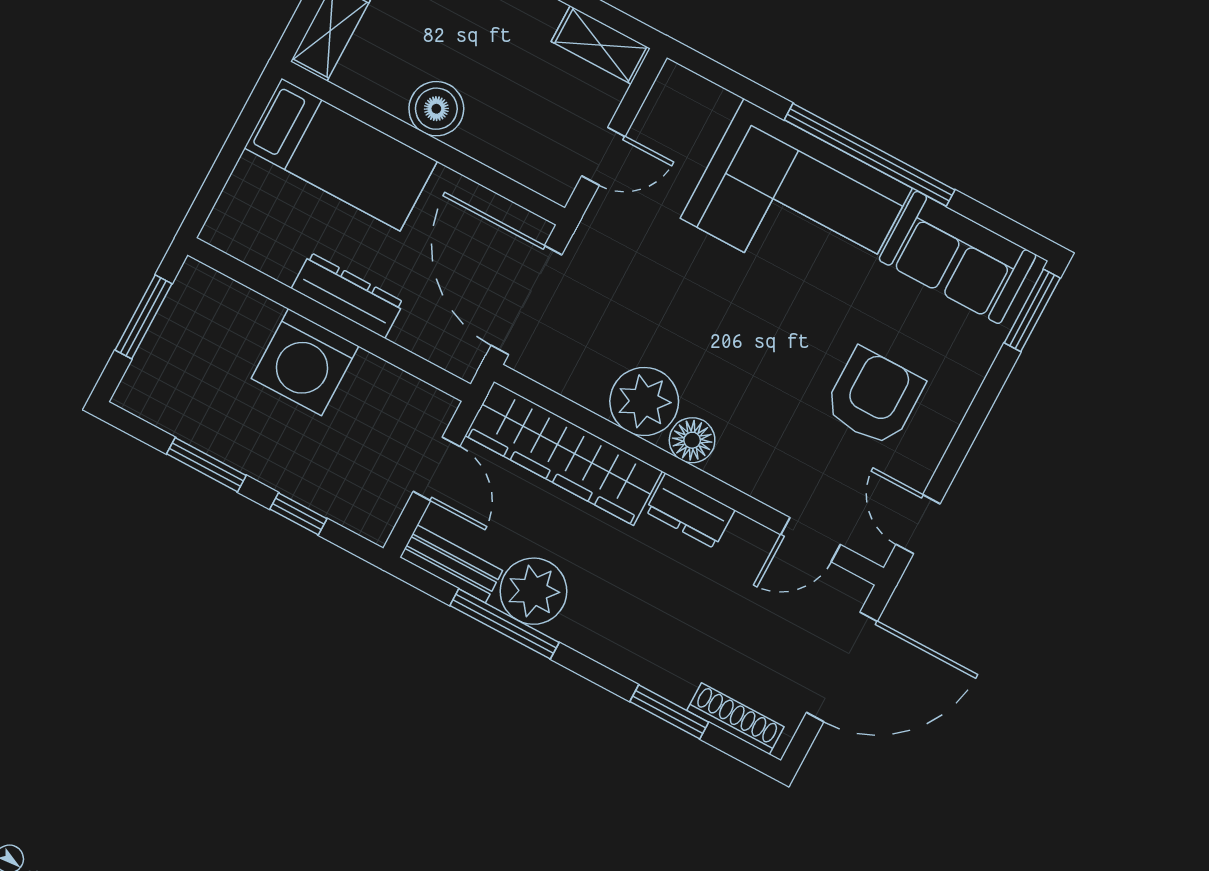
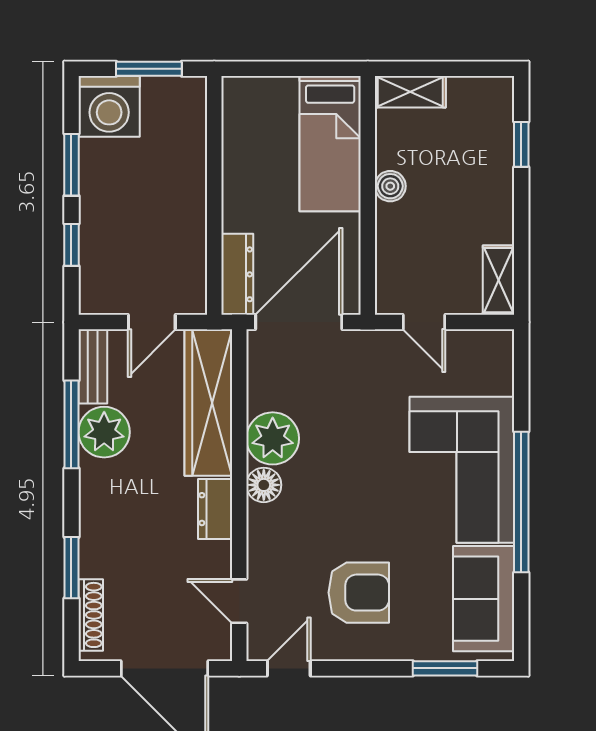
boiler: (436, 109) -> (390, 186), width x0.73, depth x0.73
dresser: (348, 295) -> (237, 274), moved
window: (1032, 310) -> (445, 668), moved
washing machine: (305, 362) -> (109, 106), moved, turned -90

